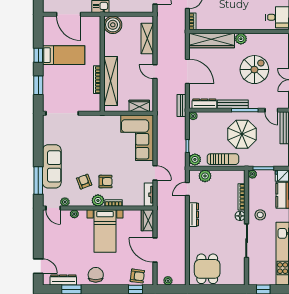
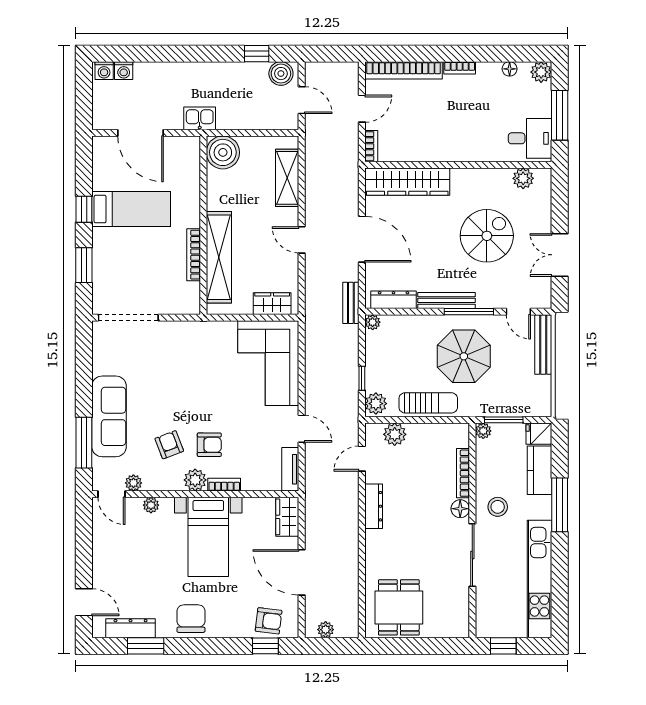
plant: (241, 39) -> (523, 178), moved

